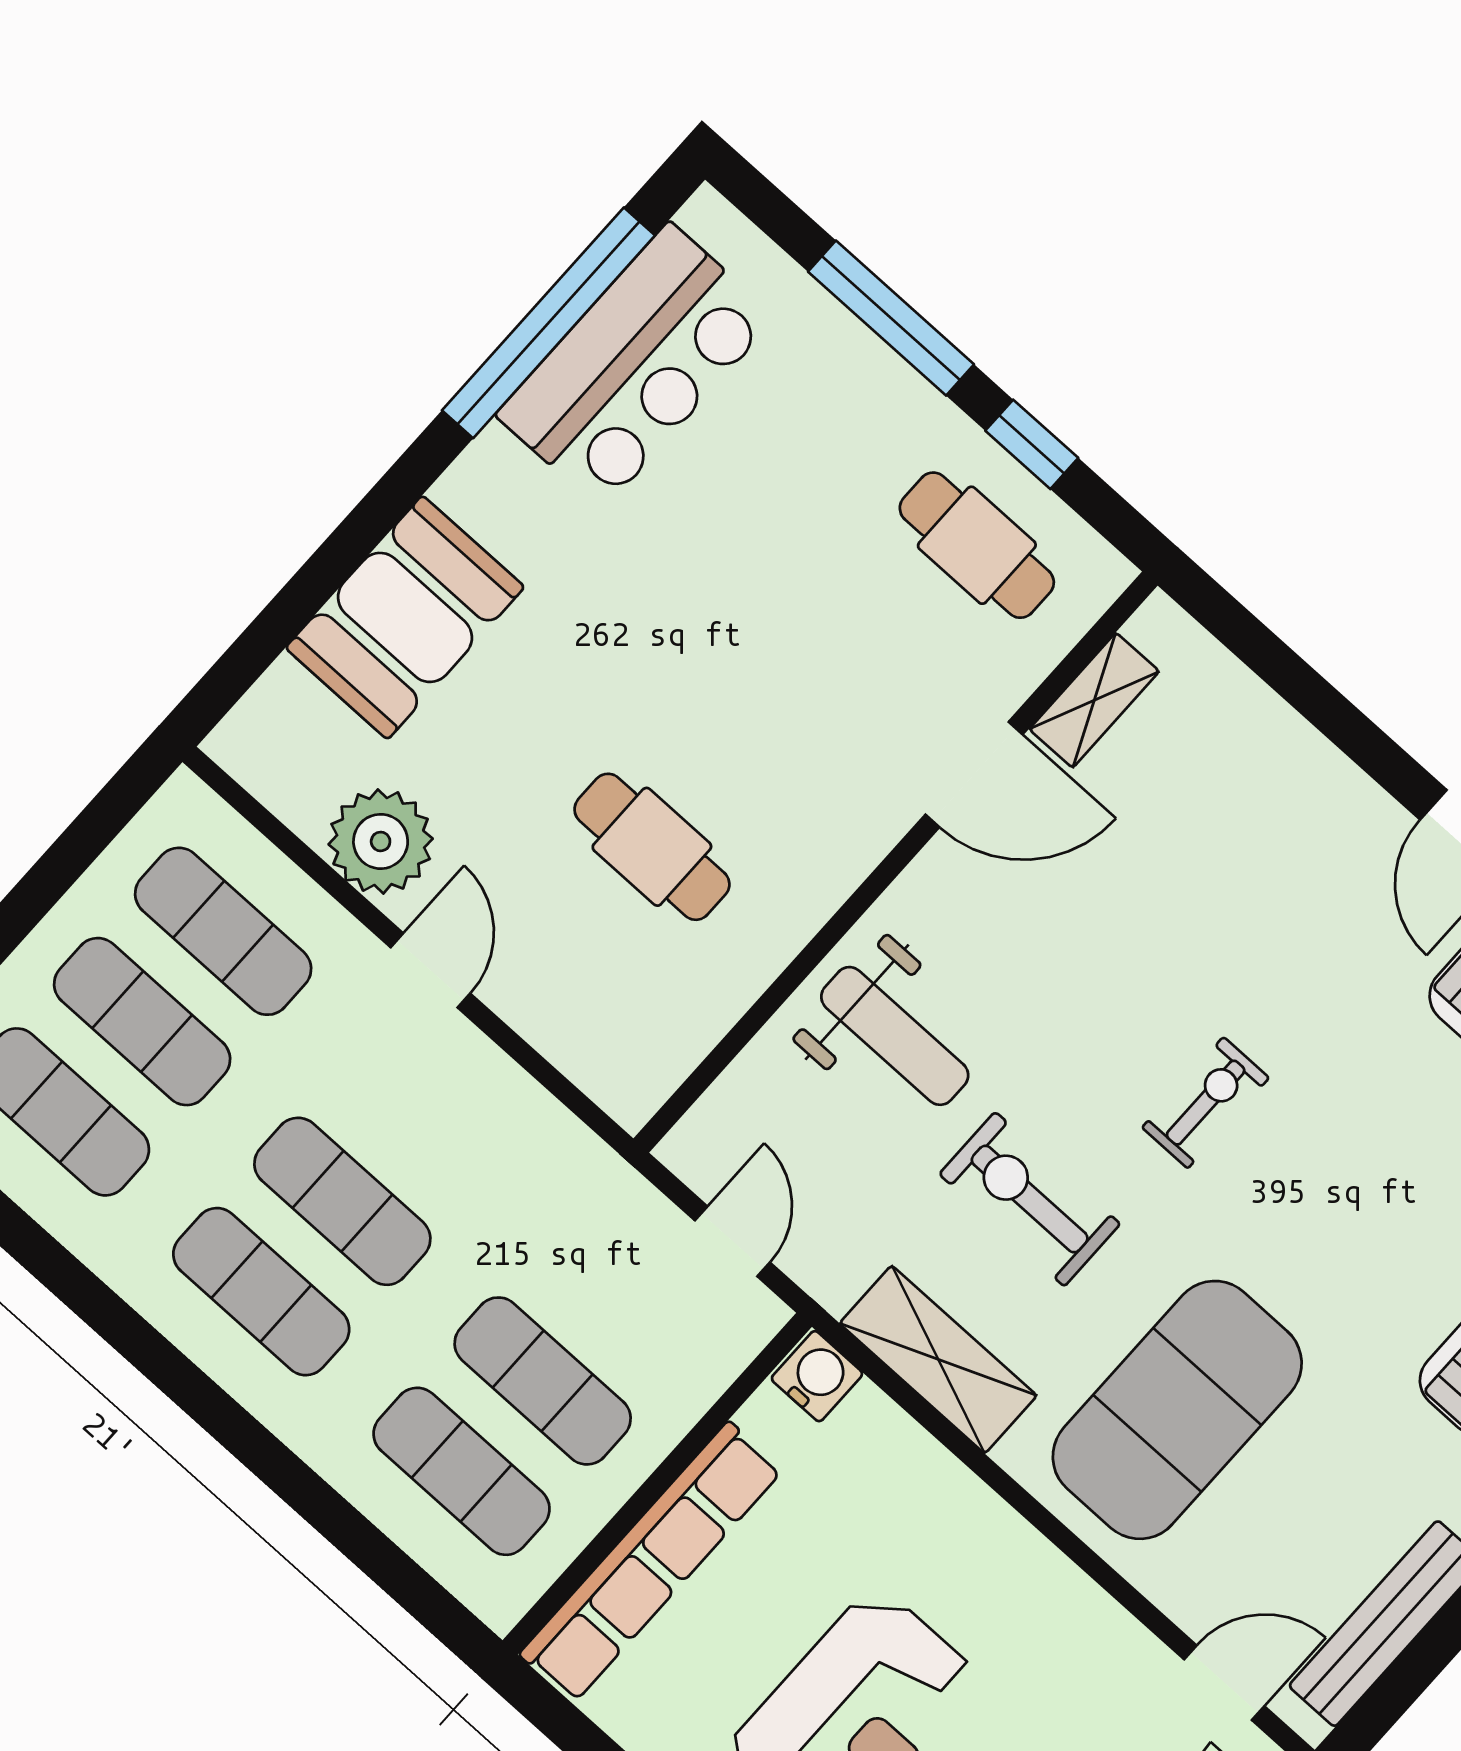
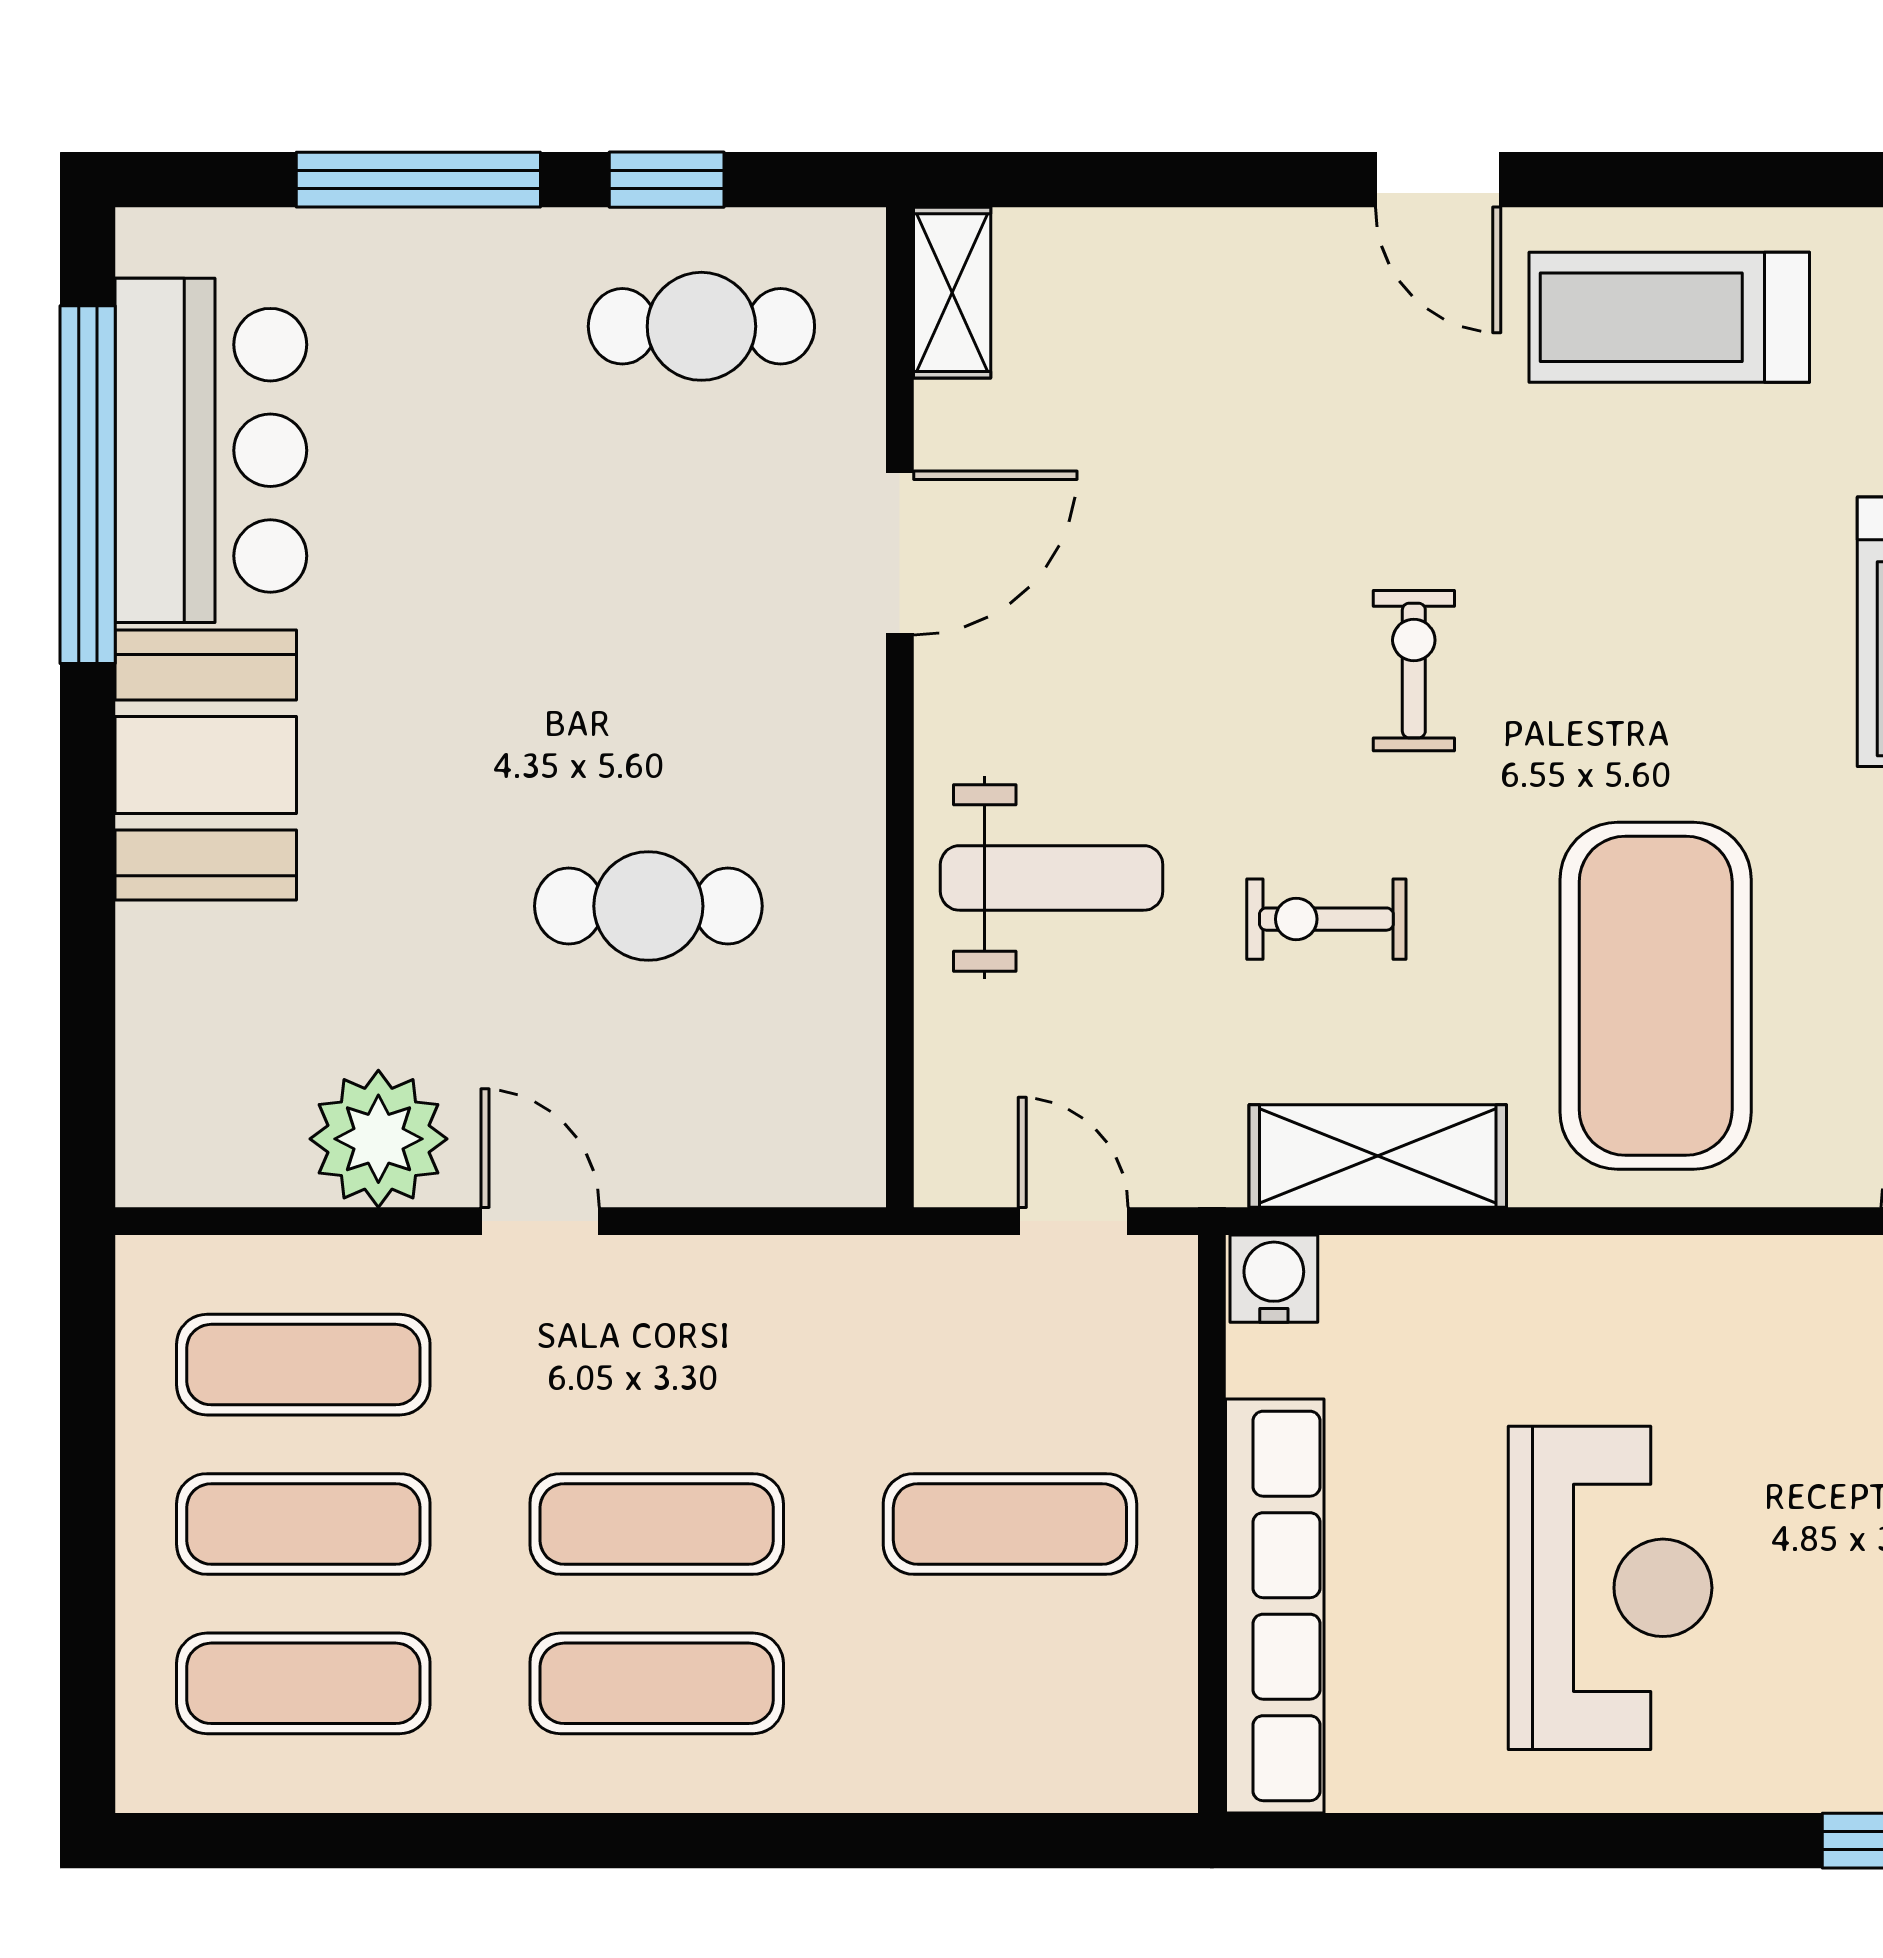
booth: (405, 617) -> (206, 765), moved
shelving: (1094, 700) -> (952, 293), moved
exercise bike: (1030, 1199) -> (1326, 919), width x0.73, depth x0.72
exercise mat: (462, 1471) -> (1010, 1683), removed

